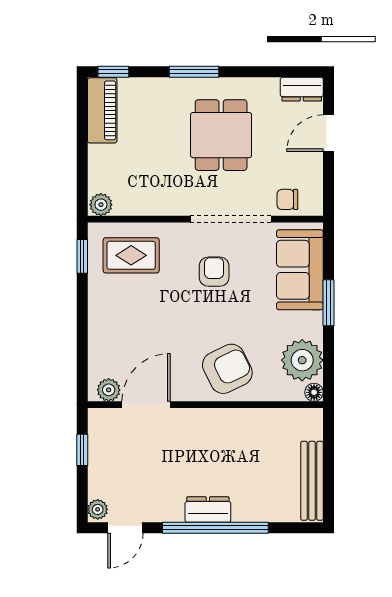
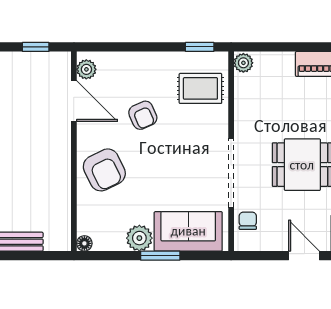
rug: (131, 255) -> (200, 88), turned 90
armchair: (214, 272) -> (143, 115), moved, turned 66
plant: (302, 360) -> (139, 238), moved, width x0.73, depth x0.73

